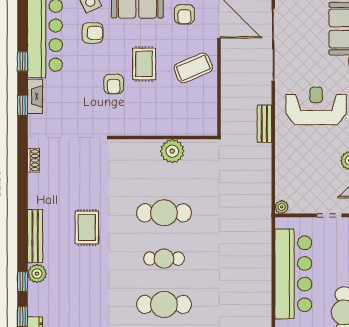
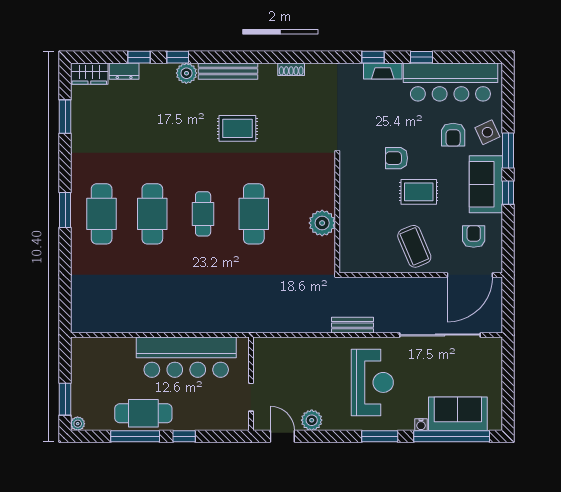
armchair: (184, 14) -> (474, 237), turned 90
shoe rack: (33, 160) -> (291, 69), moved
plant: (282, 207) -> (260, 344), removed

